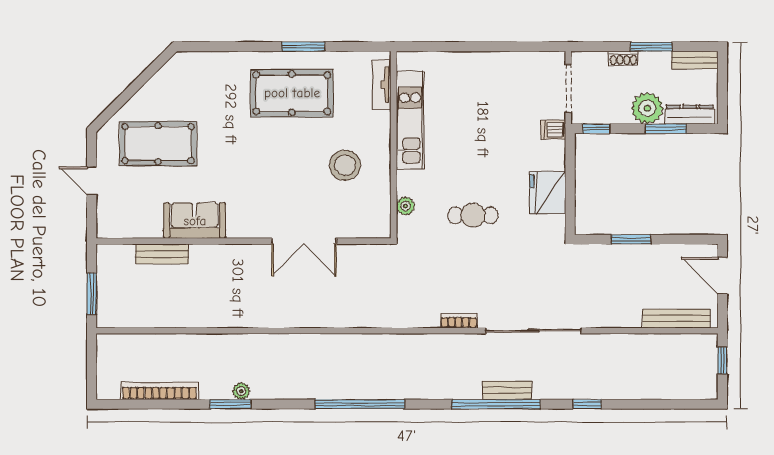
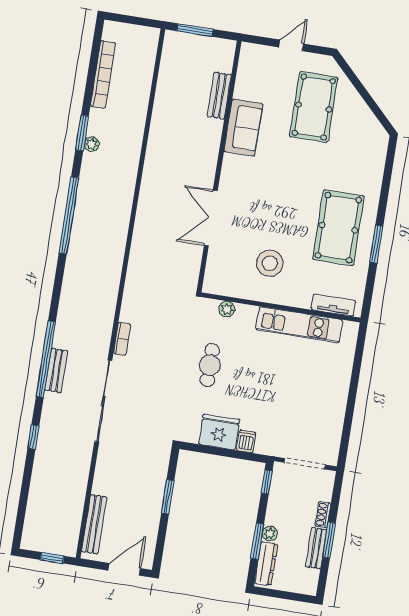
bench: (695, 60) -> (316, 548), moved
plant: (647, 108) -> (270, 534), width x0.53, depth x0.53
dishwasher: (553, 130) -> (246, 441), moved
window: (360, 404) -> (69, 215), moved

